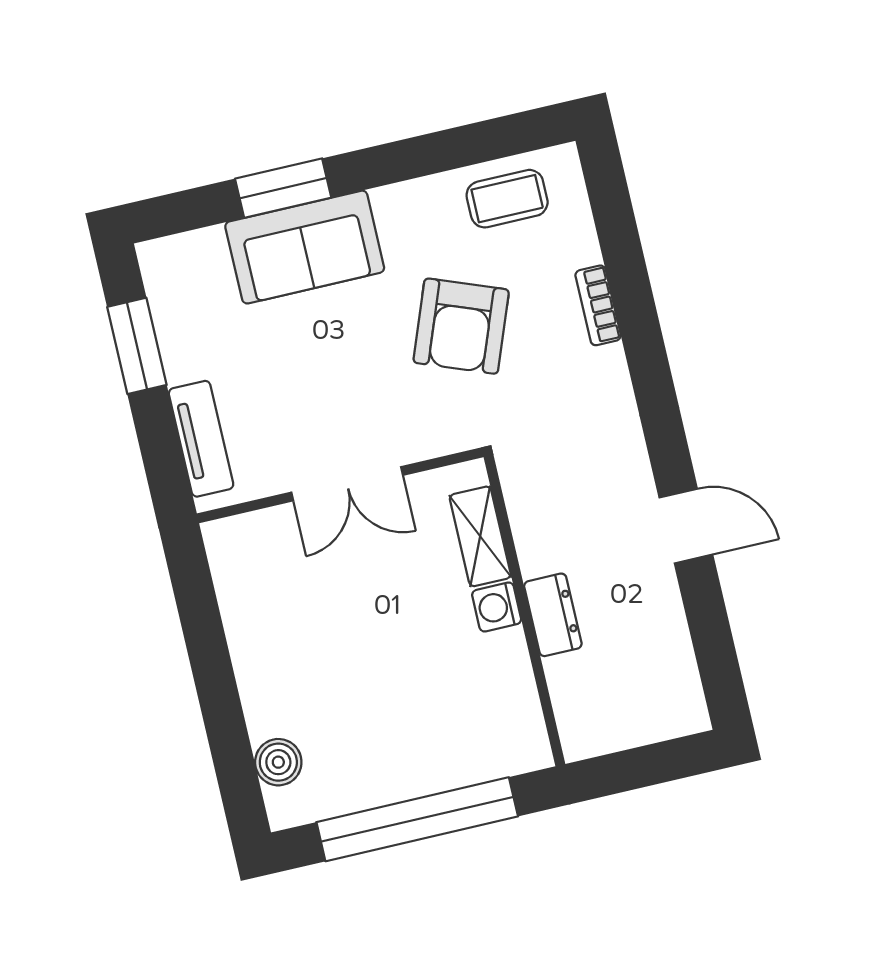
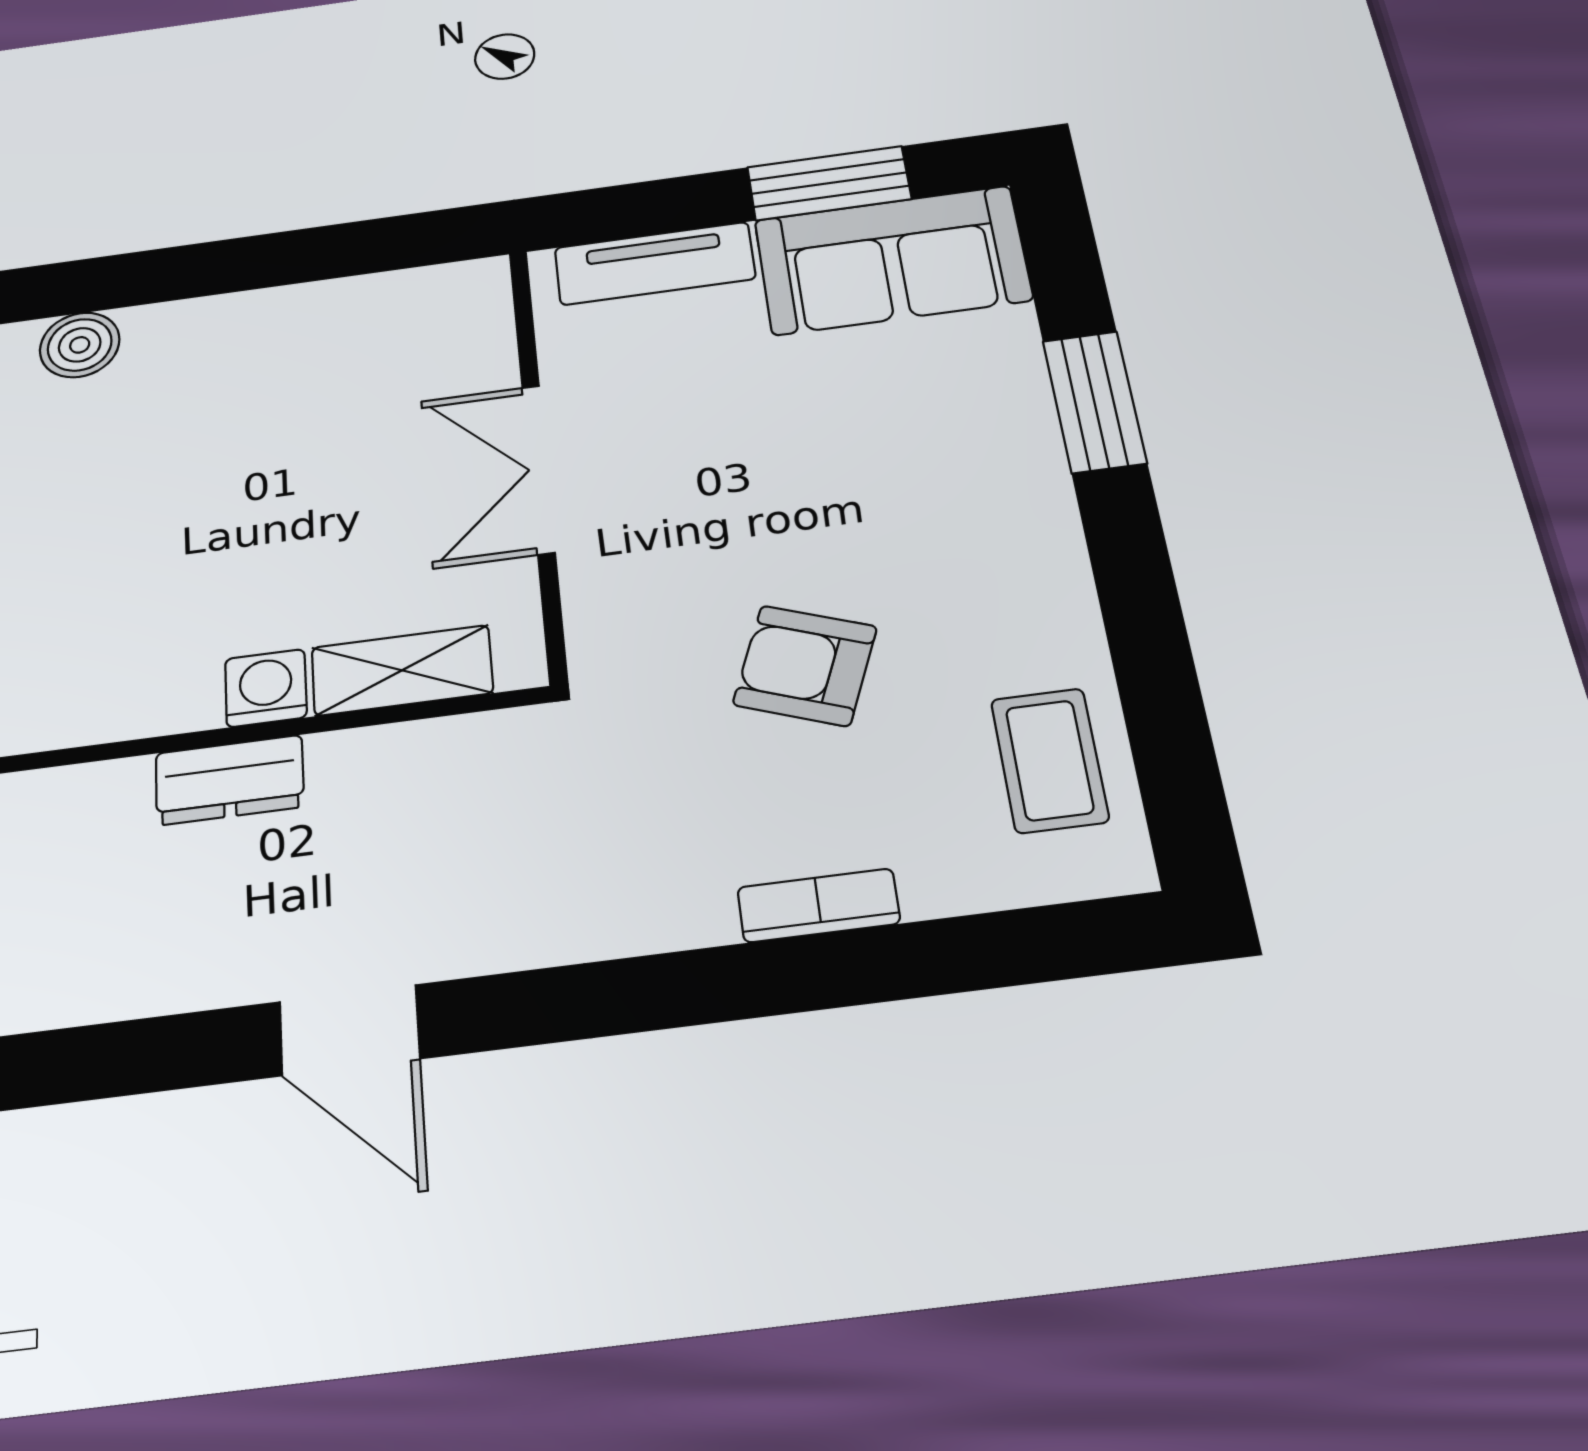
sofa: (305, 247) -> (892, 260), moved, turned -90
armchair: (461, 326) -> (805, 666), width x0.72, depth x0.72
door: (686, 526) -> (349, 1030), hinge flipped

